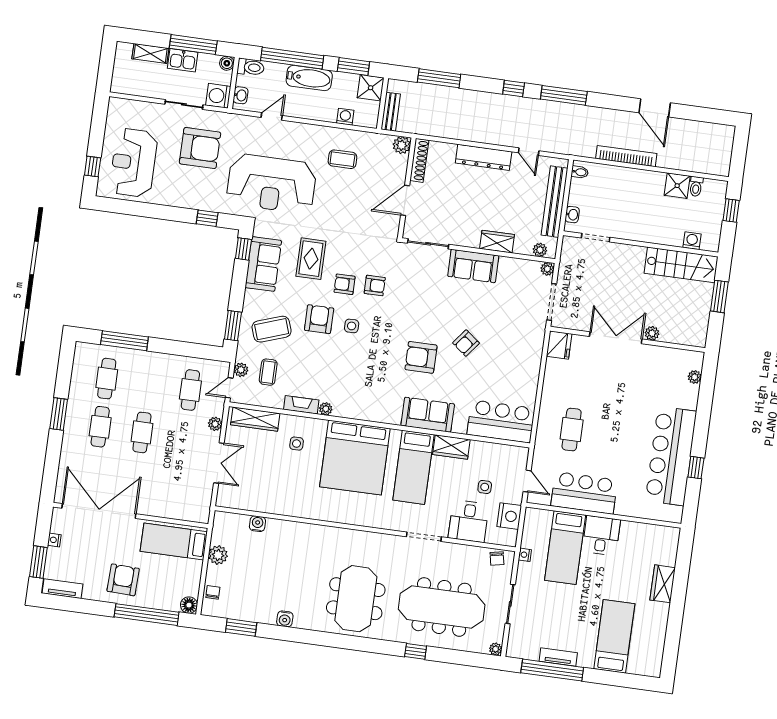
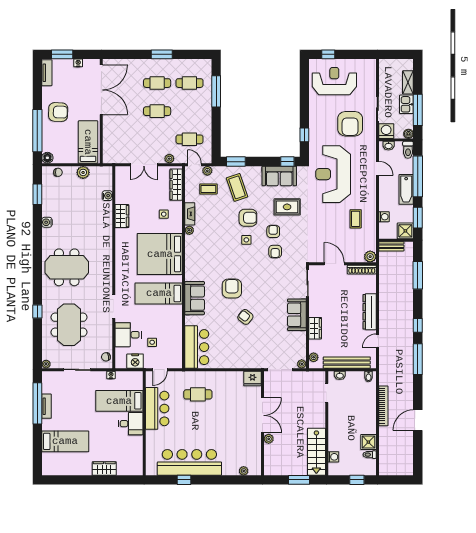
wardrobe: (451, 447) -> (122, 216), moved, turned 180
meeting table: (442, 607) -> (69, 325), width x0.73

